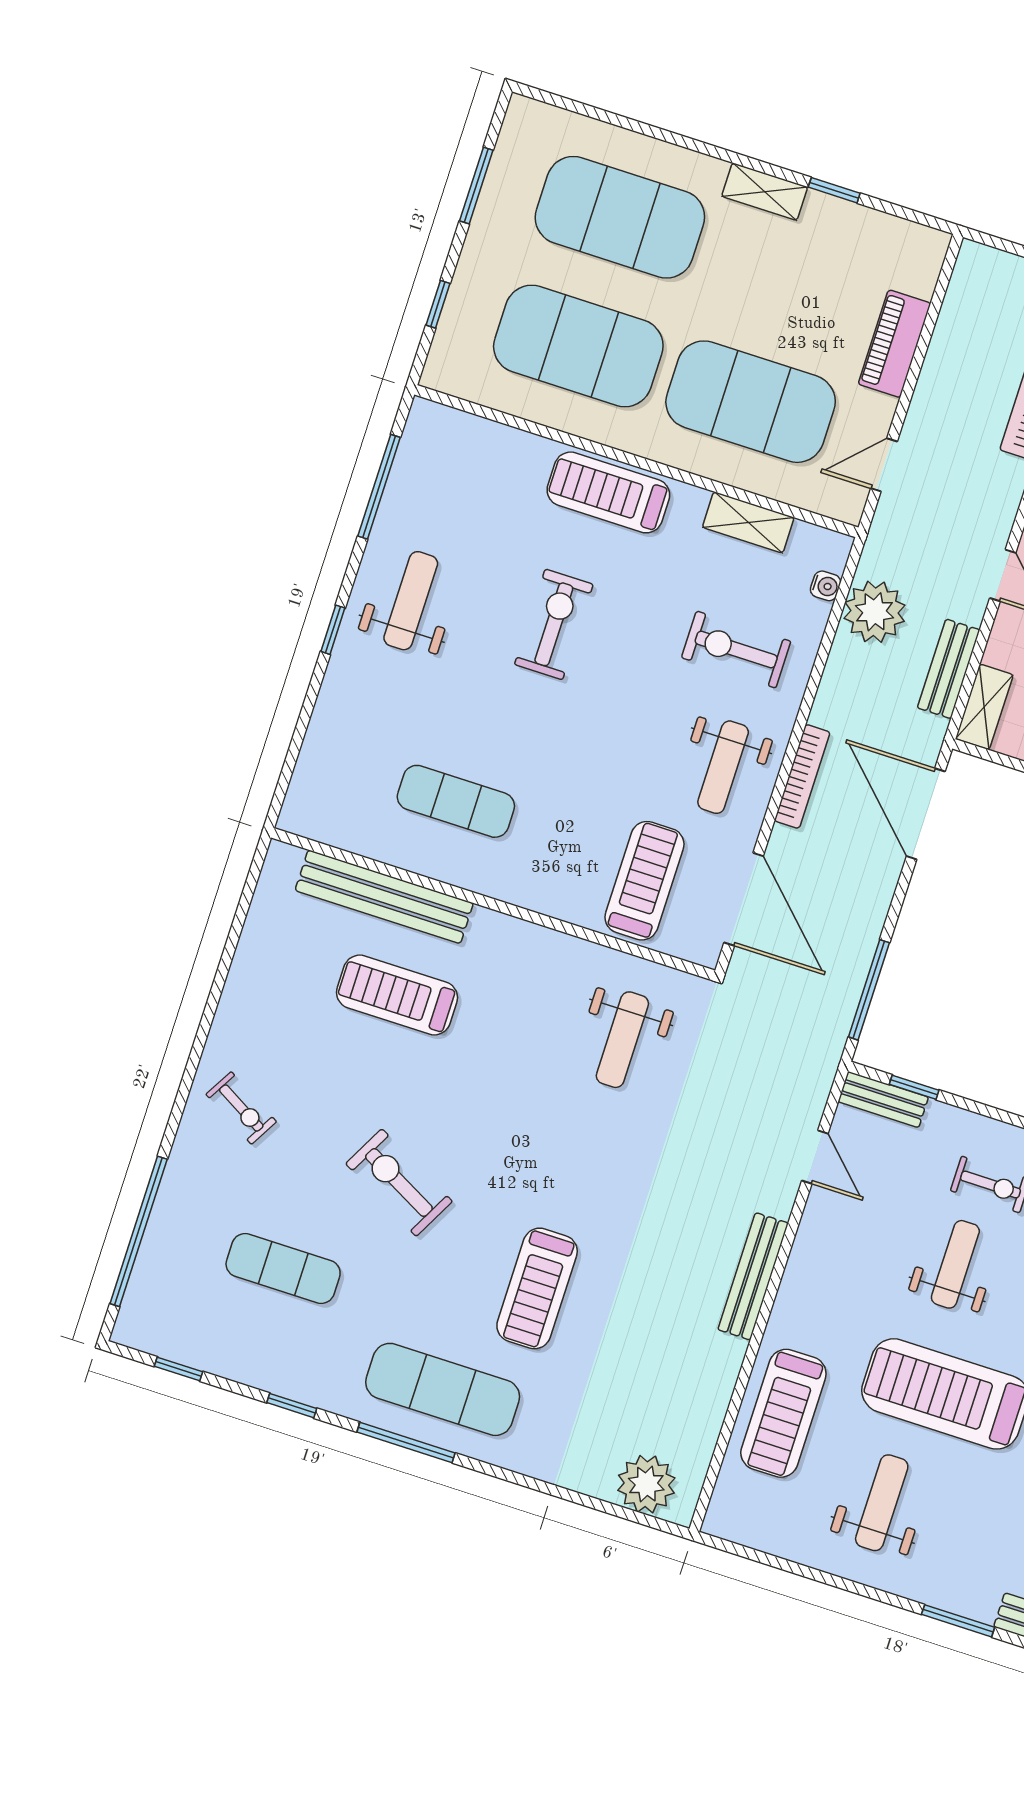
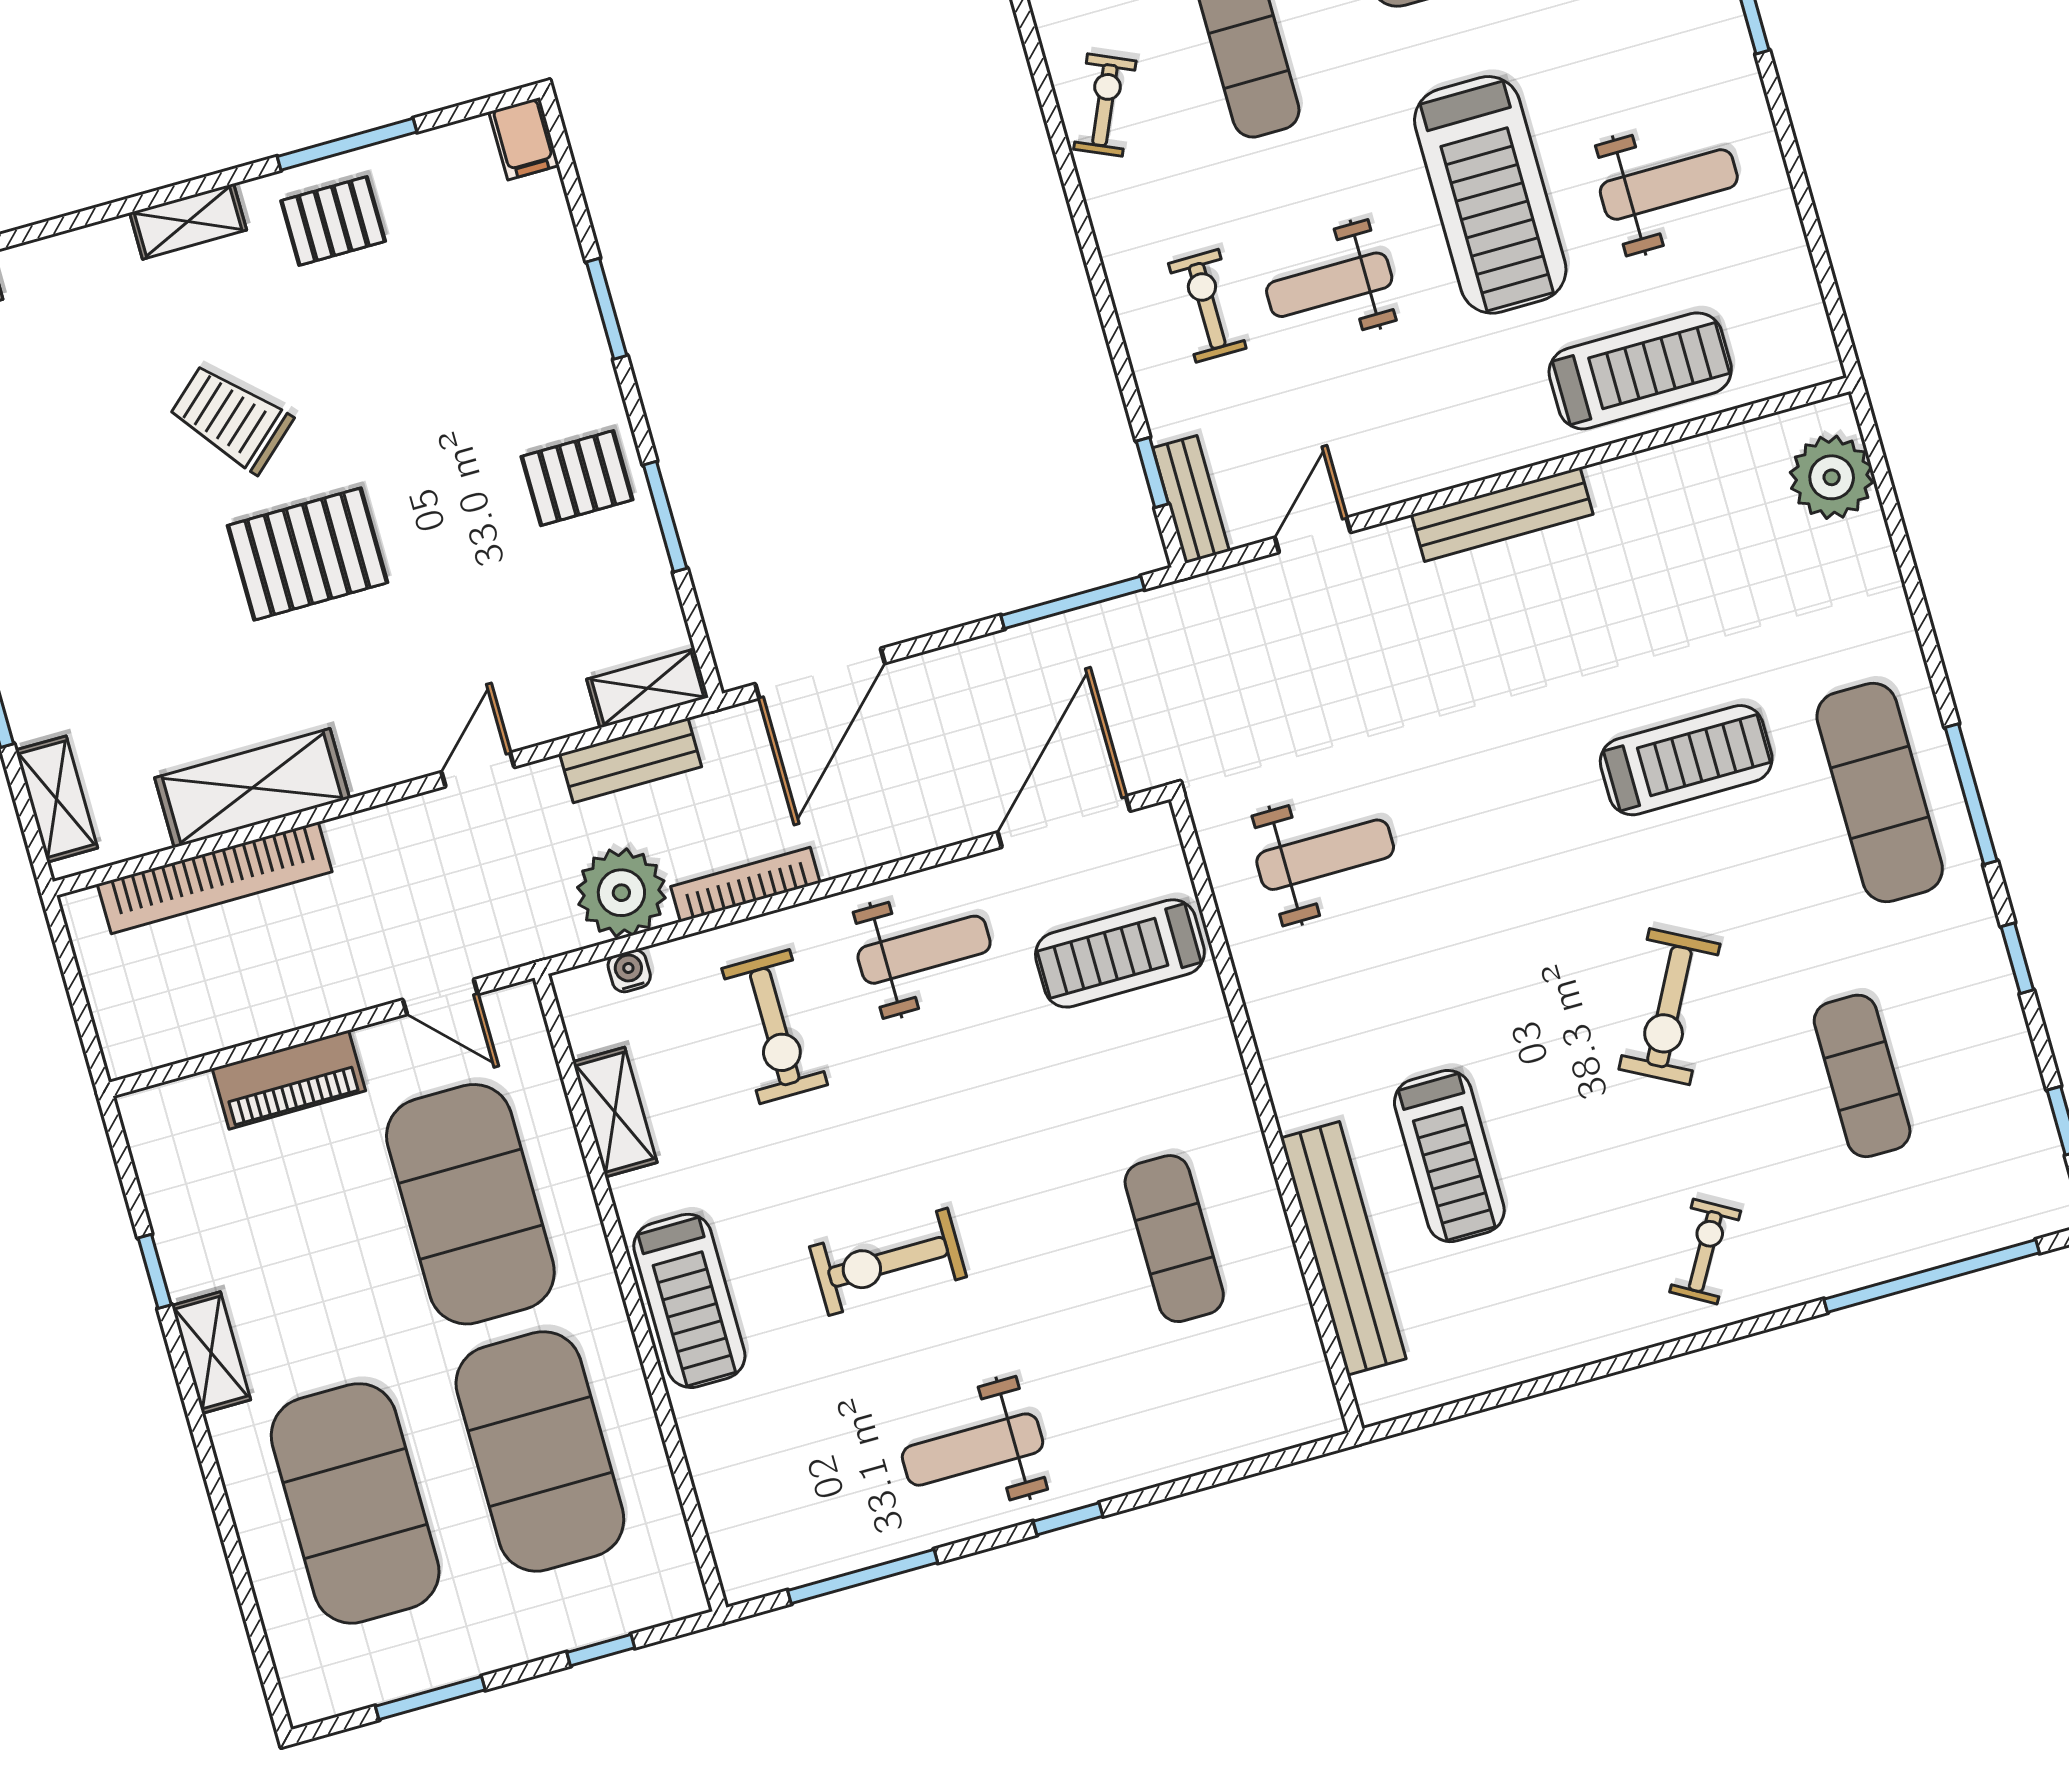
bookcase: (802, 776) -> (745, 885), moved
weight bench: (882, 1503) -> (1669, 185), turned 180

